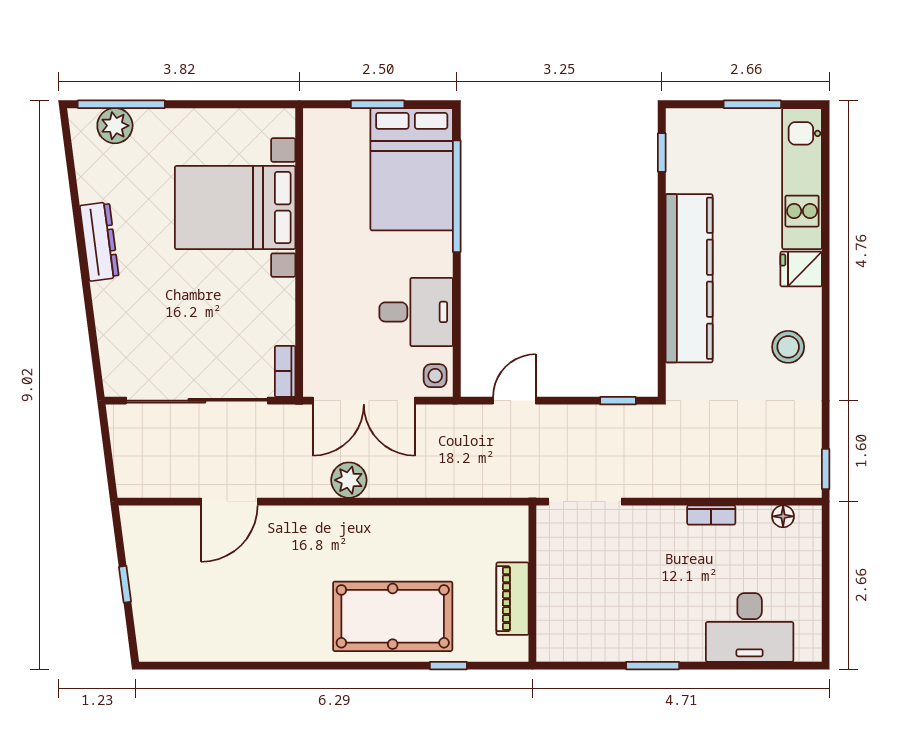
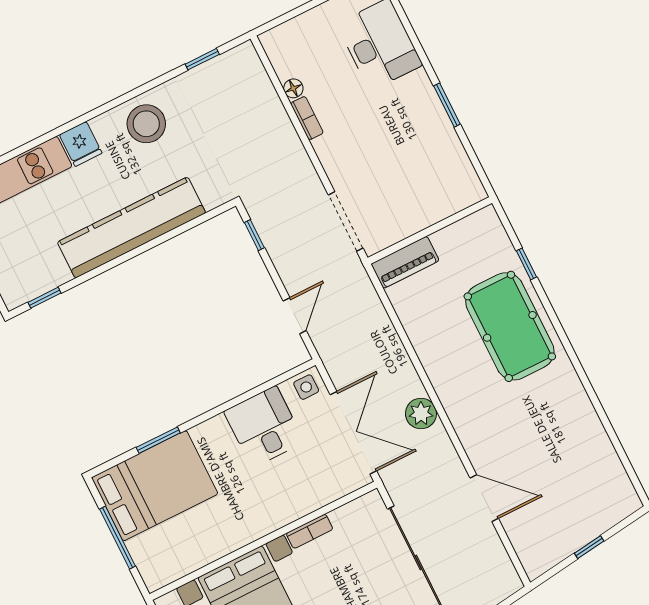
window: (378, 104) -> (118, 538), width x1.44
window: (457, 196) -> (158, 440), width x0.47
stool: (788, 347) -> (146, 124), width x1.38, depth x1.38
bookcase: (285, 371) -> (310, 531), moved
door: (514, 401) -> (295, 316), swing flipped
window: (826, 469) -> (202, 59), moved
floor lamp: (783, 516) -> (293, 88), moved
piano: (512, 599) -> (405, 262), moved

